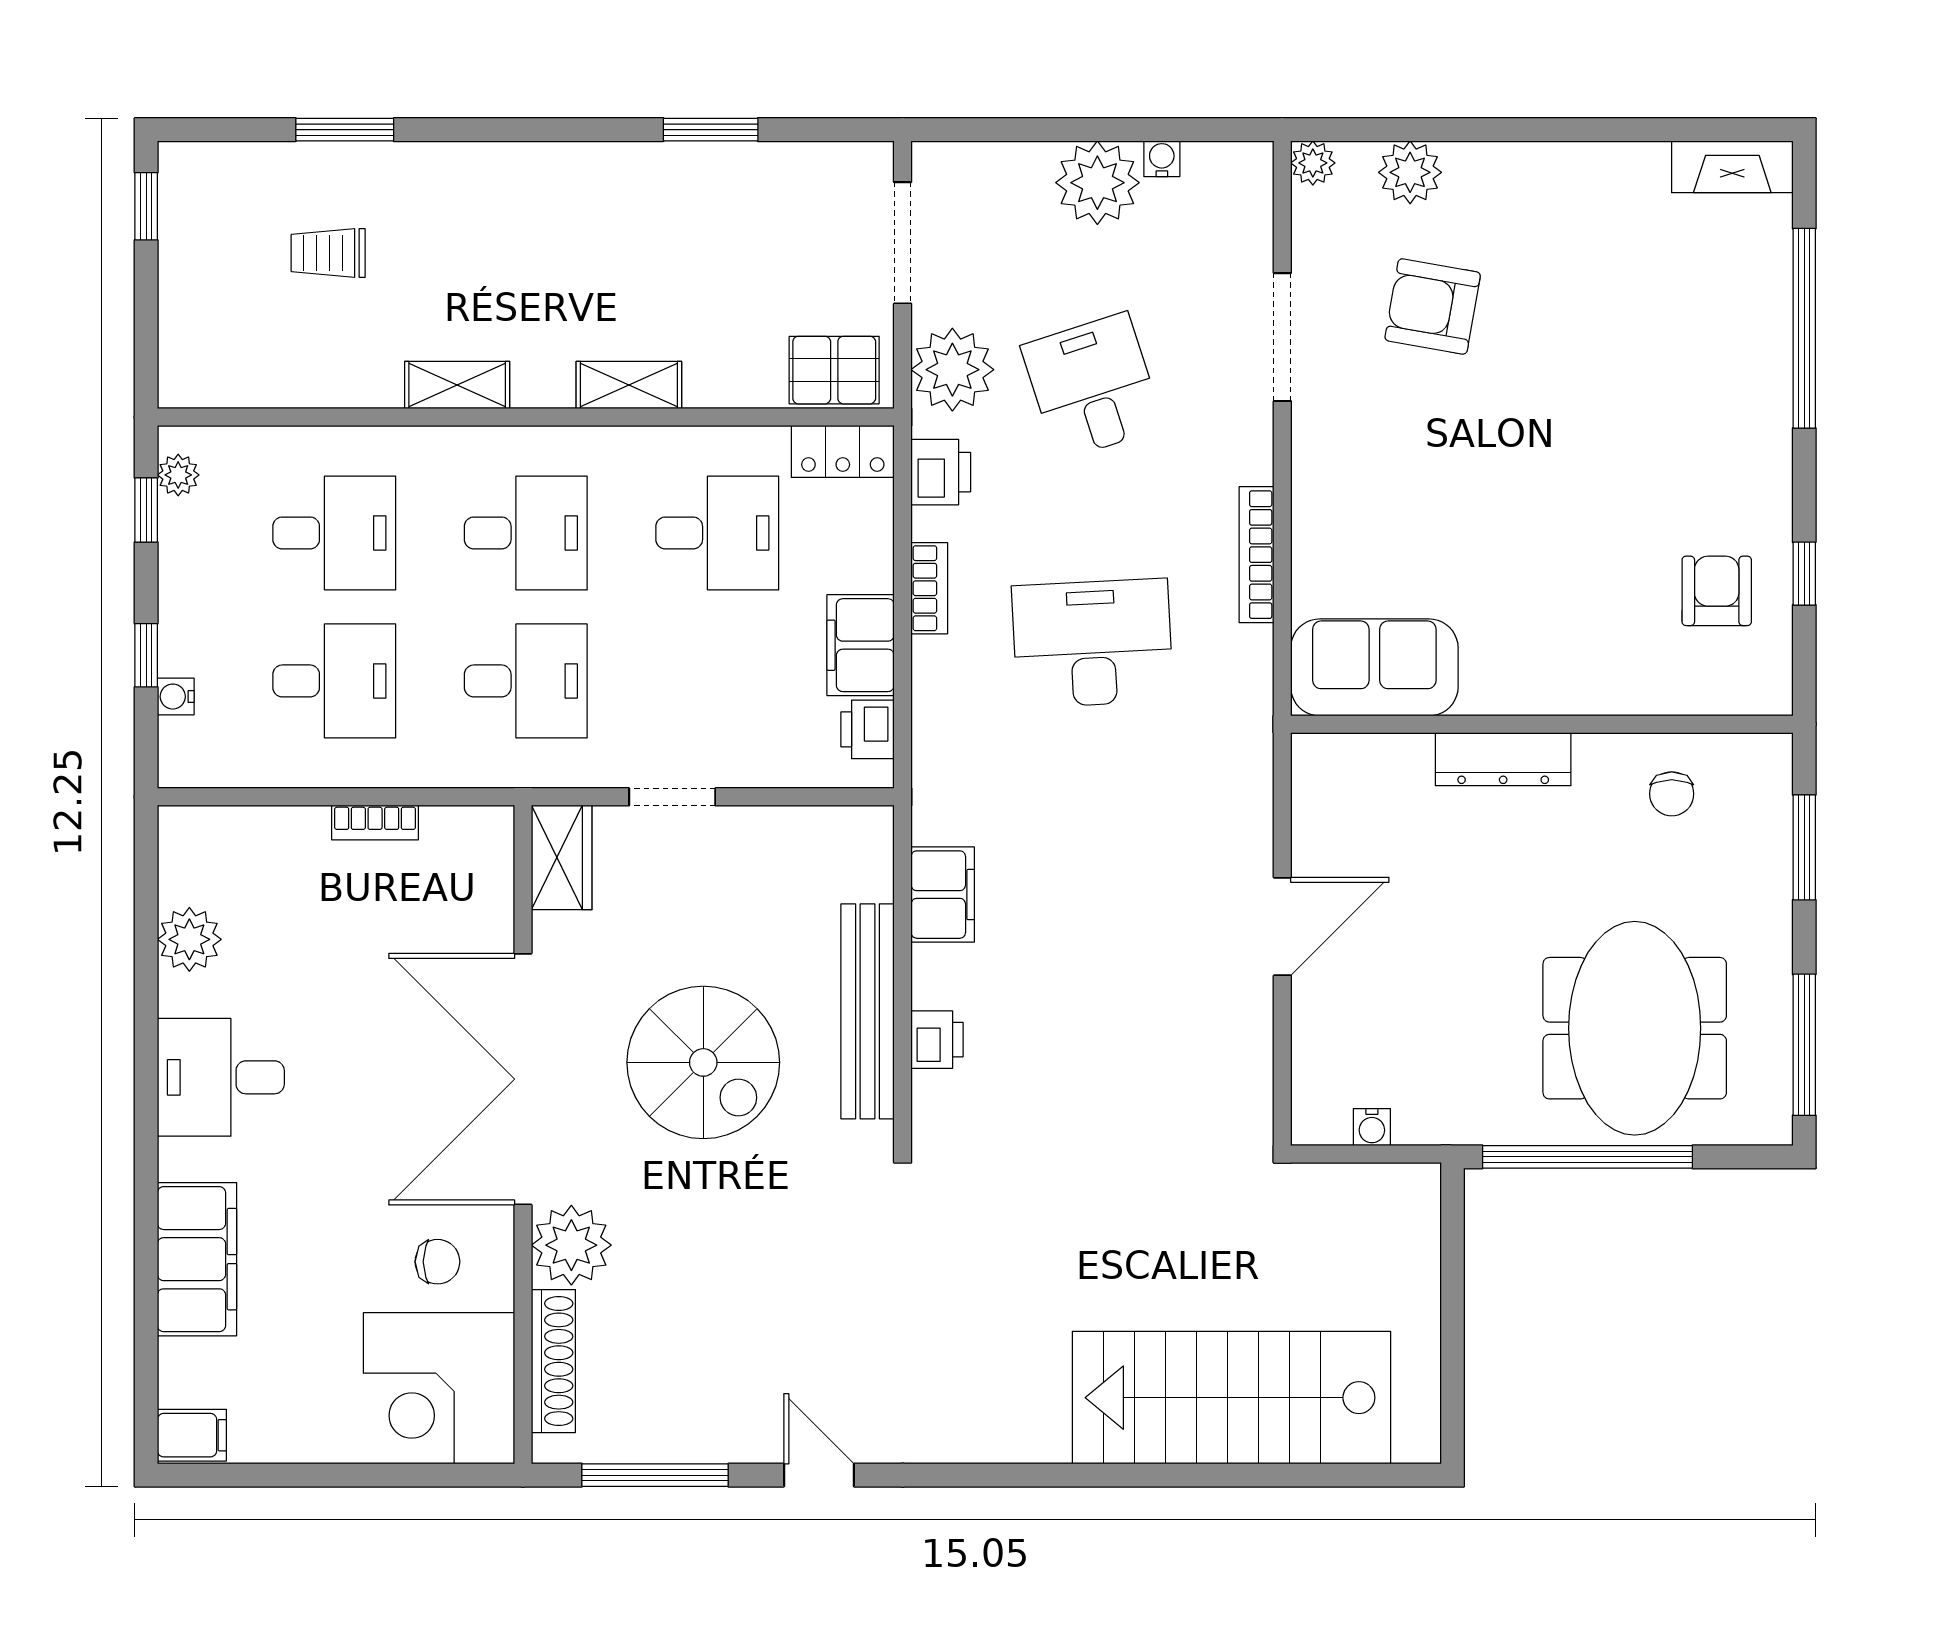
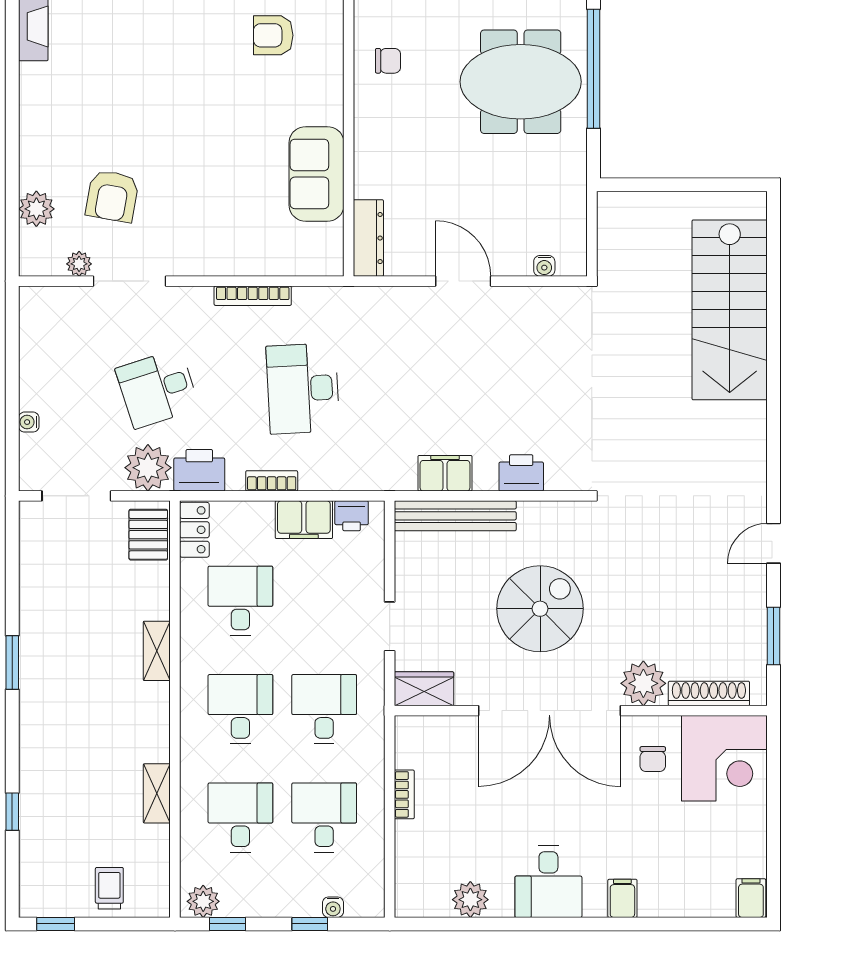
window: (345, 130) -> (12, 812), width x0.67
window: (711, 130) -> (12, 662), moved
water cooler: (1162, 159) -> (29, 422), moved
plant: (1313, 163) -> (79, 264), moved
plant: (1097, 183) -> (42, 386), removed
trolley: (328, 253) -> (109, 888), moved, turned 180
shelving: (457, 385) -> (157, 793), moved
printer: (941, 472) -> (199, 470), width x1.36, depth x1.24
plant: (178, 475) -> (203, 901), width x1.38, depth x1.38
sofa: (1374, 667) -> (316, 174), moved
dresser: (1503, 759) -> (368, 238), moved
bench: (867, 1011) -> (455, 516), moved
printer: (937, 1040) -> (521, 473), width x1.36, depth x1.24
water cooler: (1372, 1127) -> (544, 266), moved, turned 90
window: (1587, 1157) -> (593, 69), moved
filing cabinet: (197, 1259) -> (622, 898), width x0.33, depth x0.86
chair: (437, 1262) -> (653, 759), turned 180
window: (655, 1475) -> (773, 636), width x0.69

